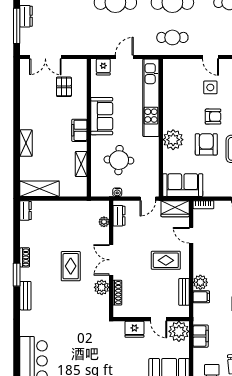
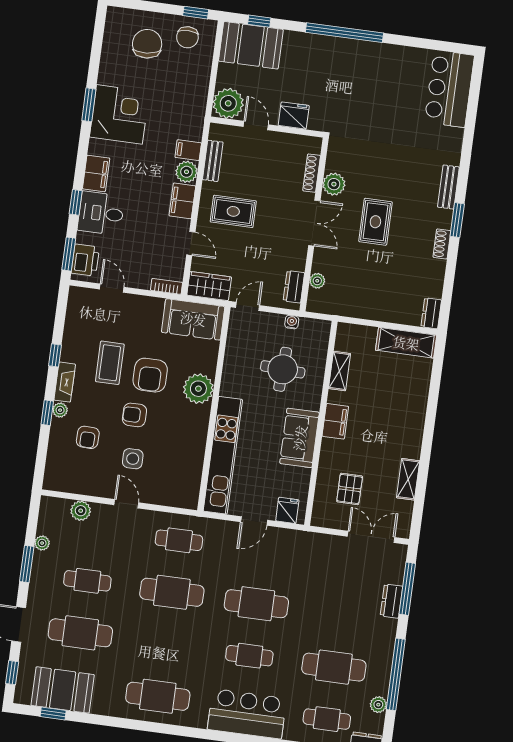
shelving: (26, 143) -> (408, 479), moved
filing cabinet: (201, 336) -> (182, 201), moved

